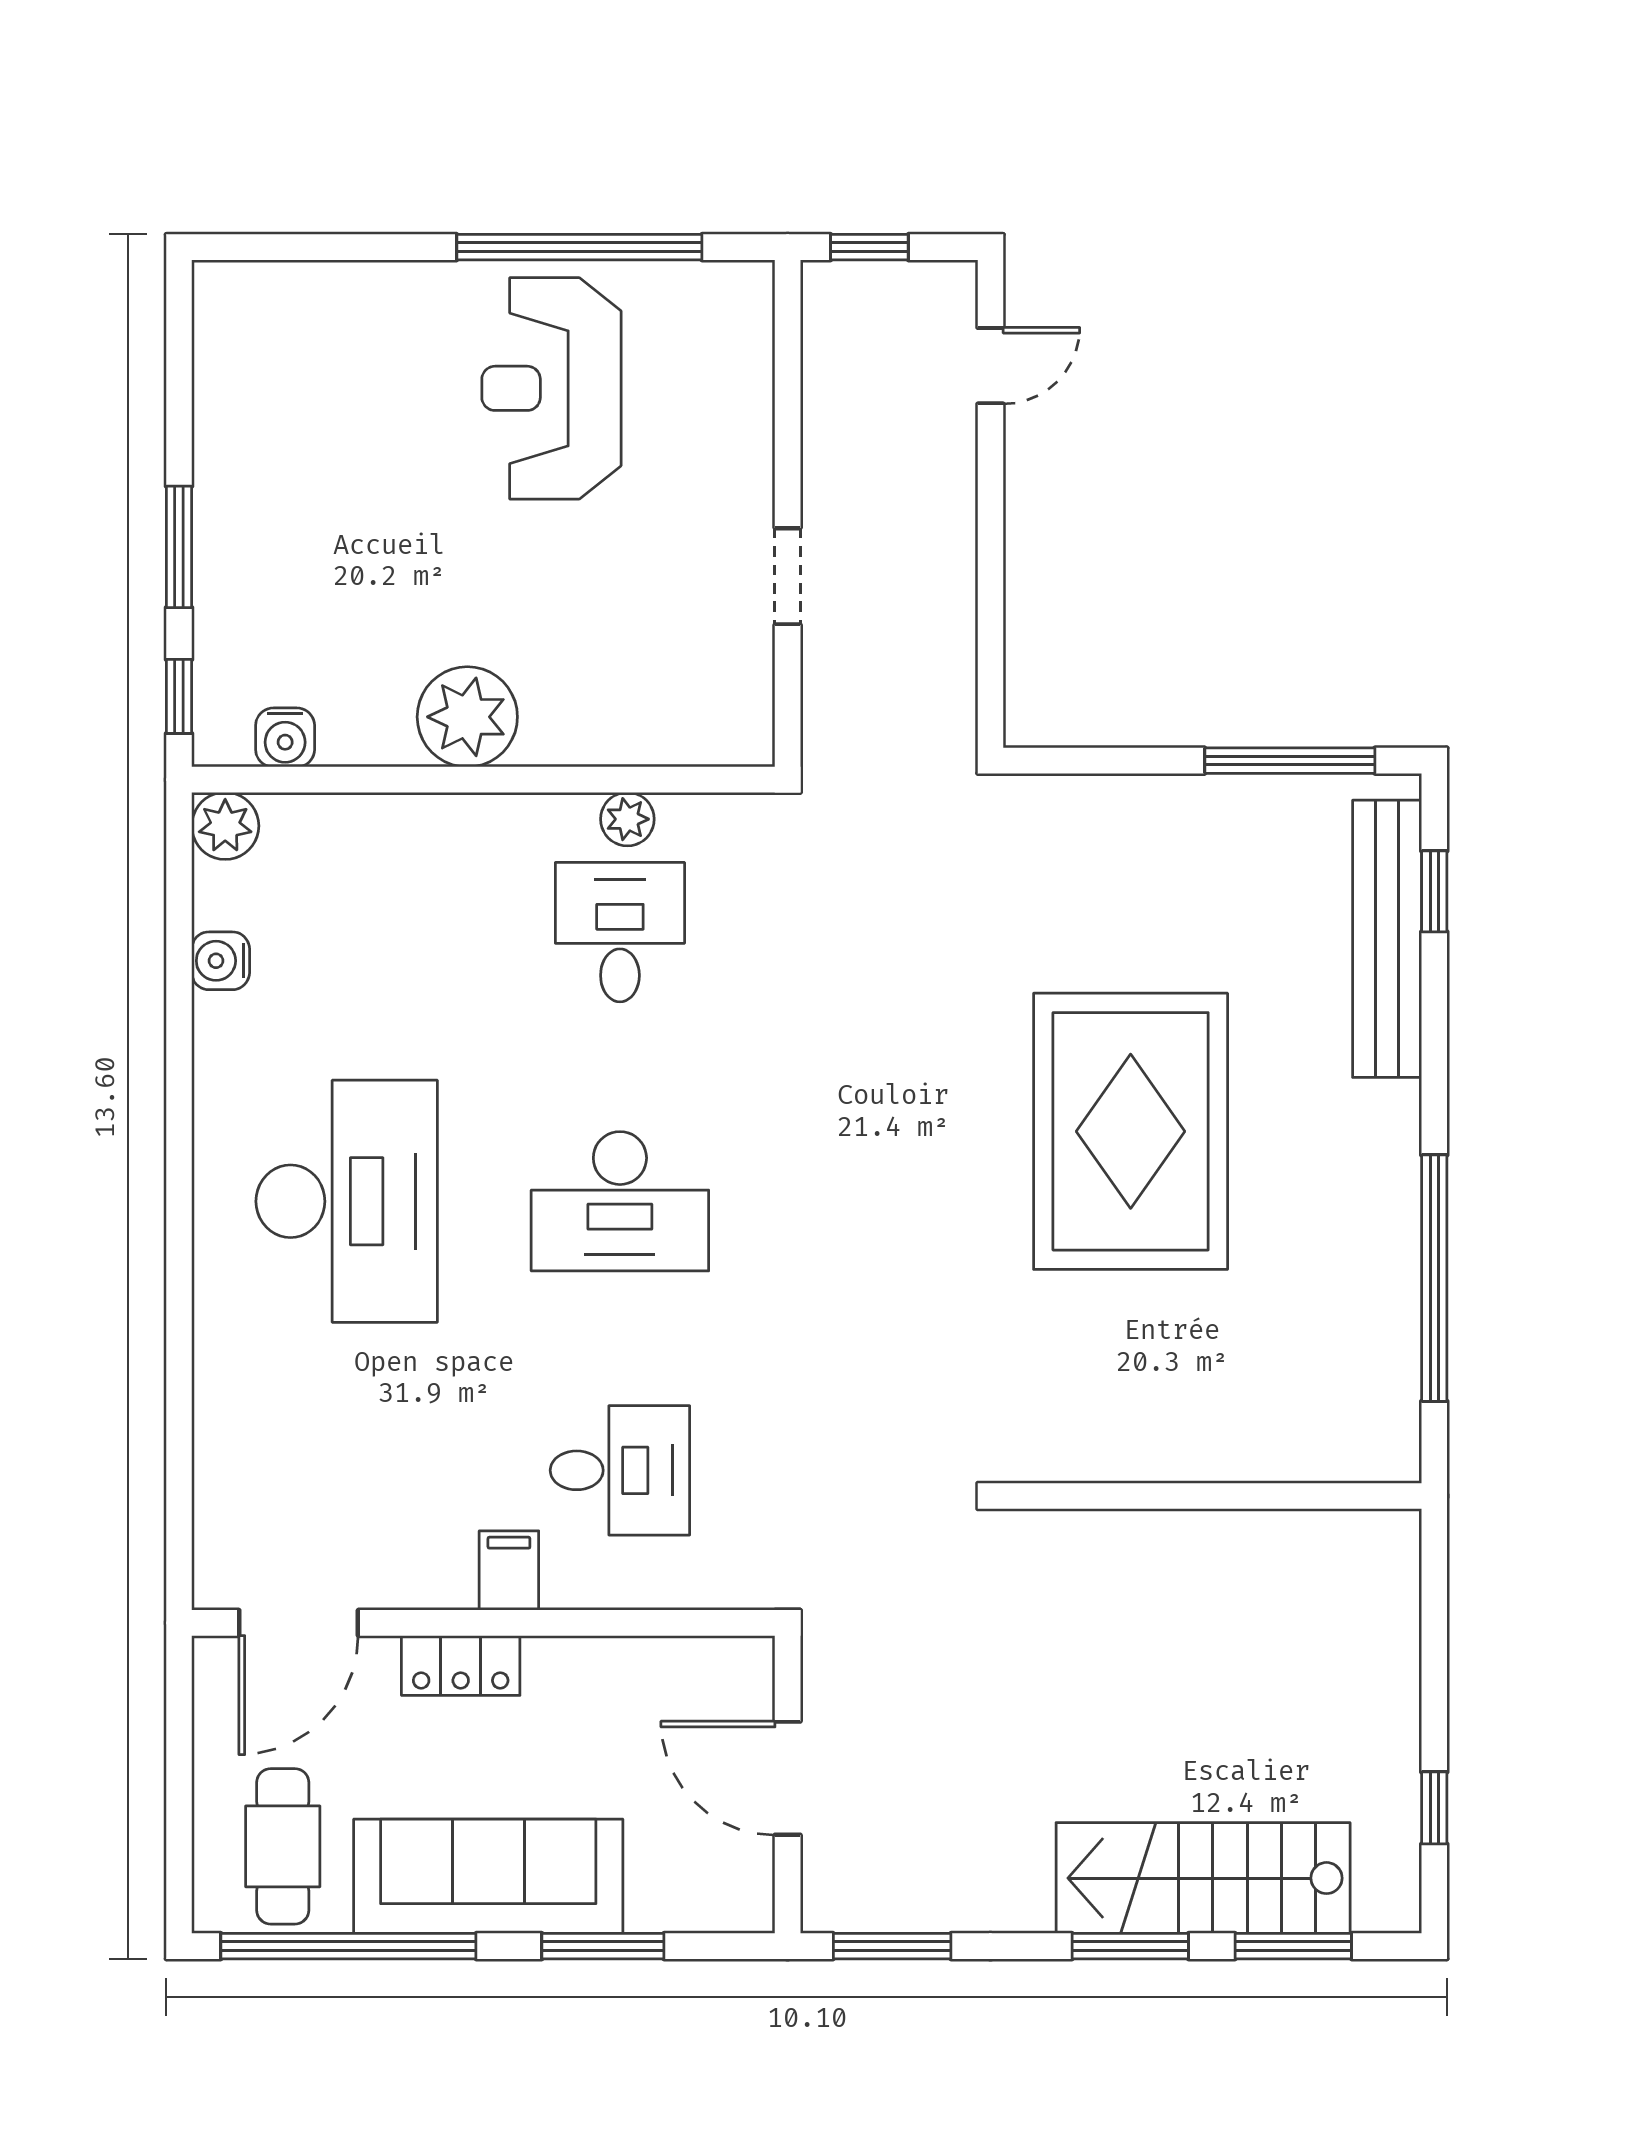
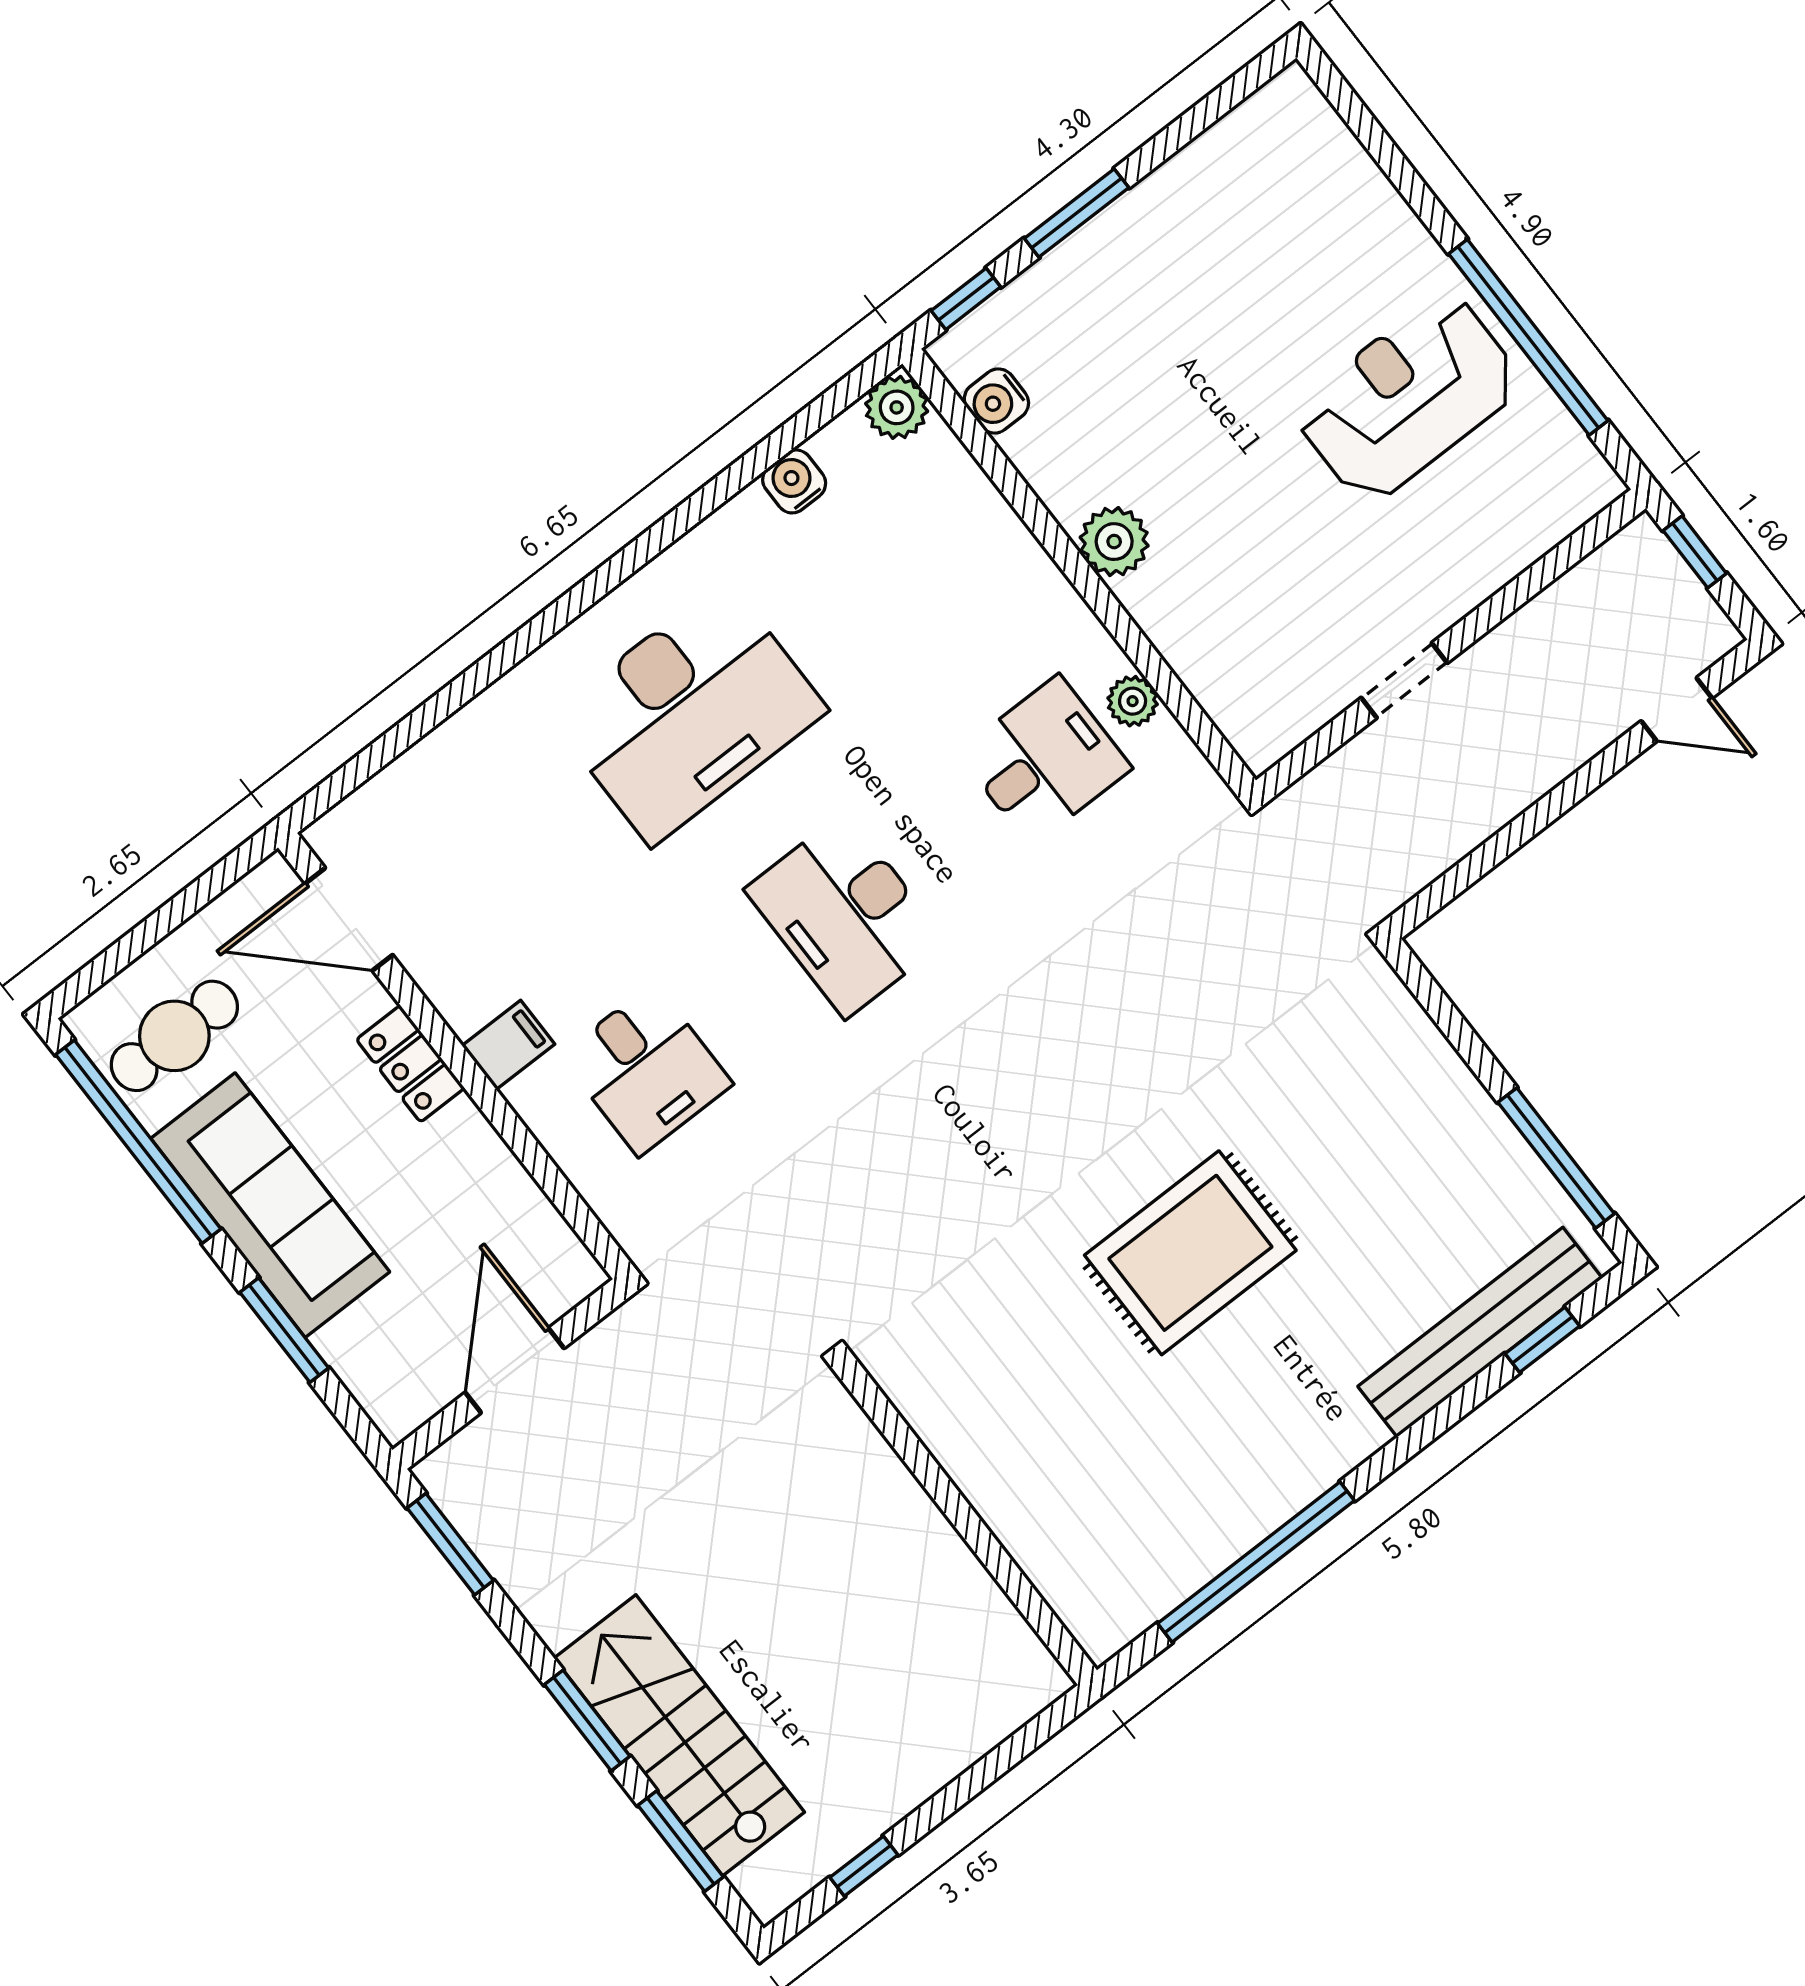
plant: (467, 717) -> (1114, 542), width x0.73, depth x0.73
rug: (1131, 1131) -> (1190, 1253), width x0.73, depth x0.69

